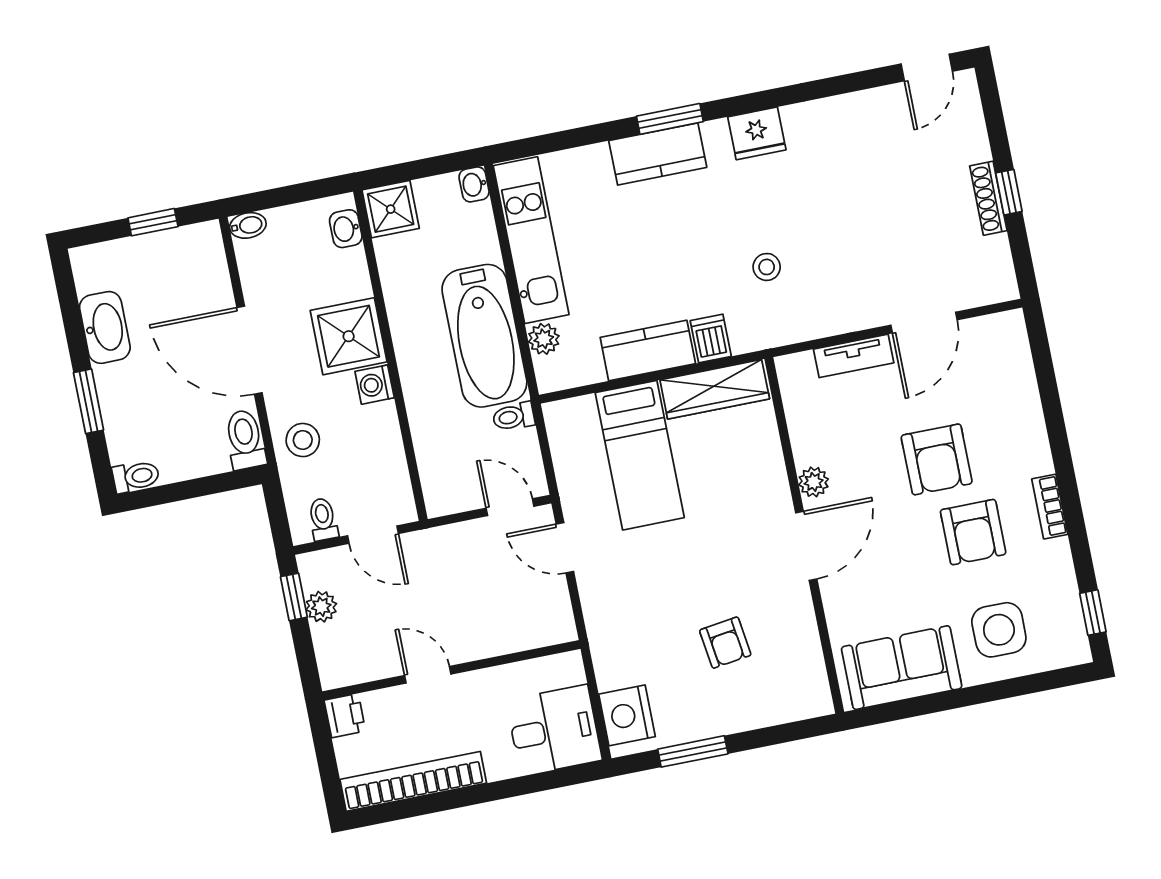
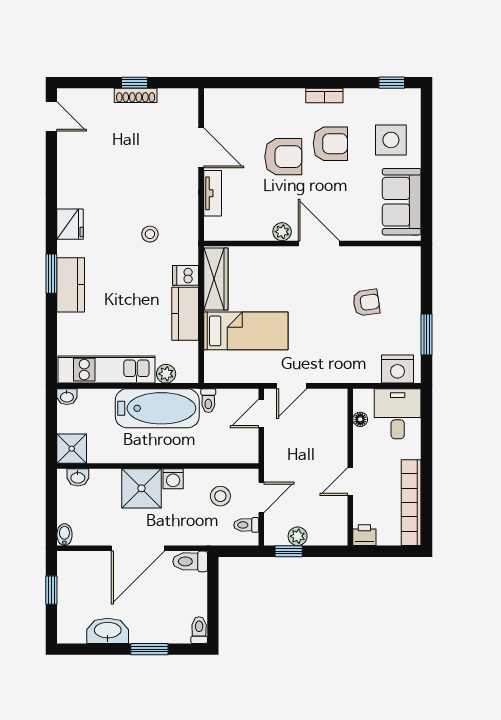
stool: (303, 440) -> (220, 496), moved
floor lamp: (533, 671) -> (360, 419), added

